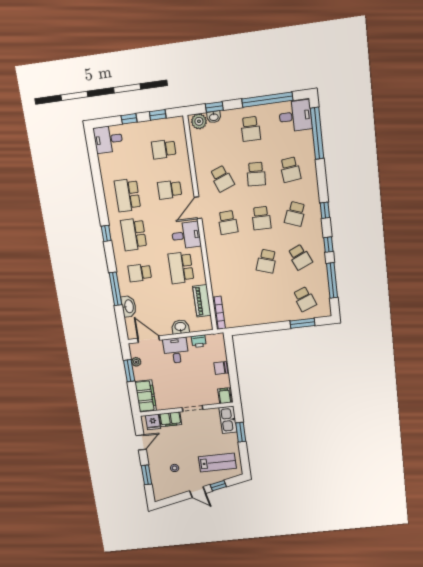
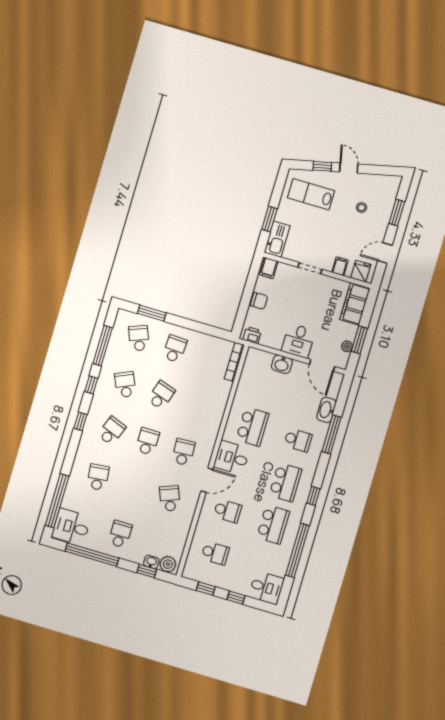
school desk: (256, 174) -> (175, 349), moved
window: (98, 182) -> (297, 550), added
piano: (202, 301) -> (246, 382), removed
printer: (199, 341) -> (252, 335), moved
filing cabinet: (170, 419) -> (340, 266), width x0.50

